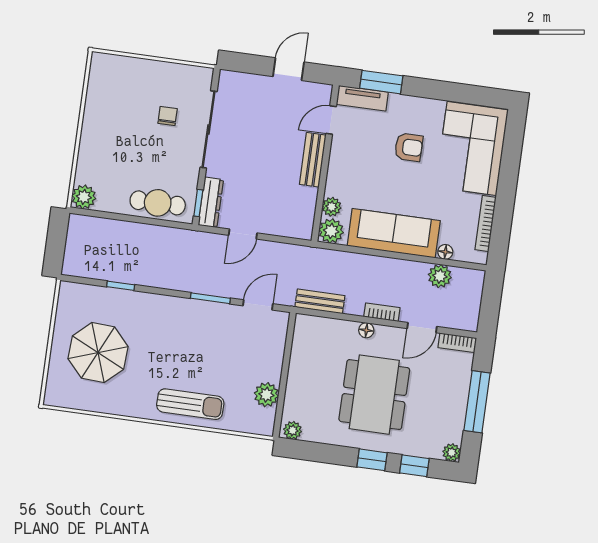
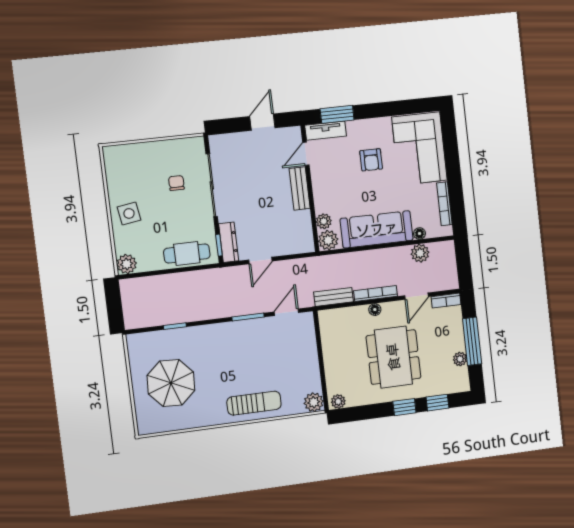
side table: (102, 138) -> (129, 213), added
armchair: (409, 147) -> (371, 160), turned 90
bookcase: (382, 312) -> (376, 294), width x1.56
plant: (266, 395) -> (314, 402), moved
plant: (452, 453) -> (460, 359), moved

